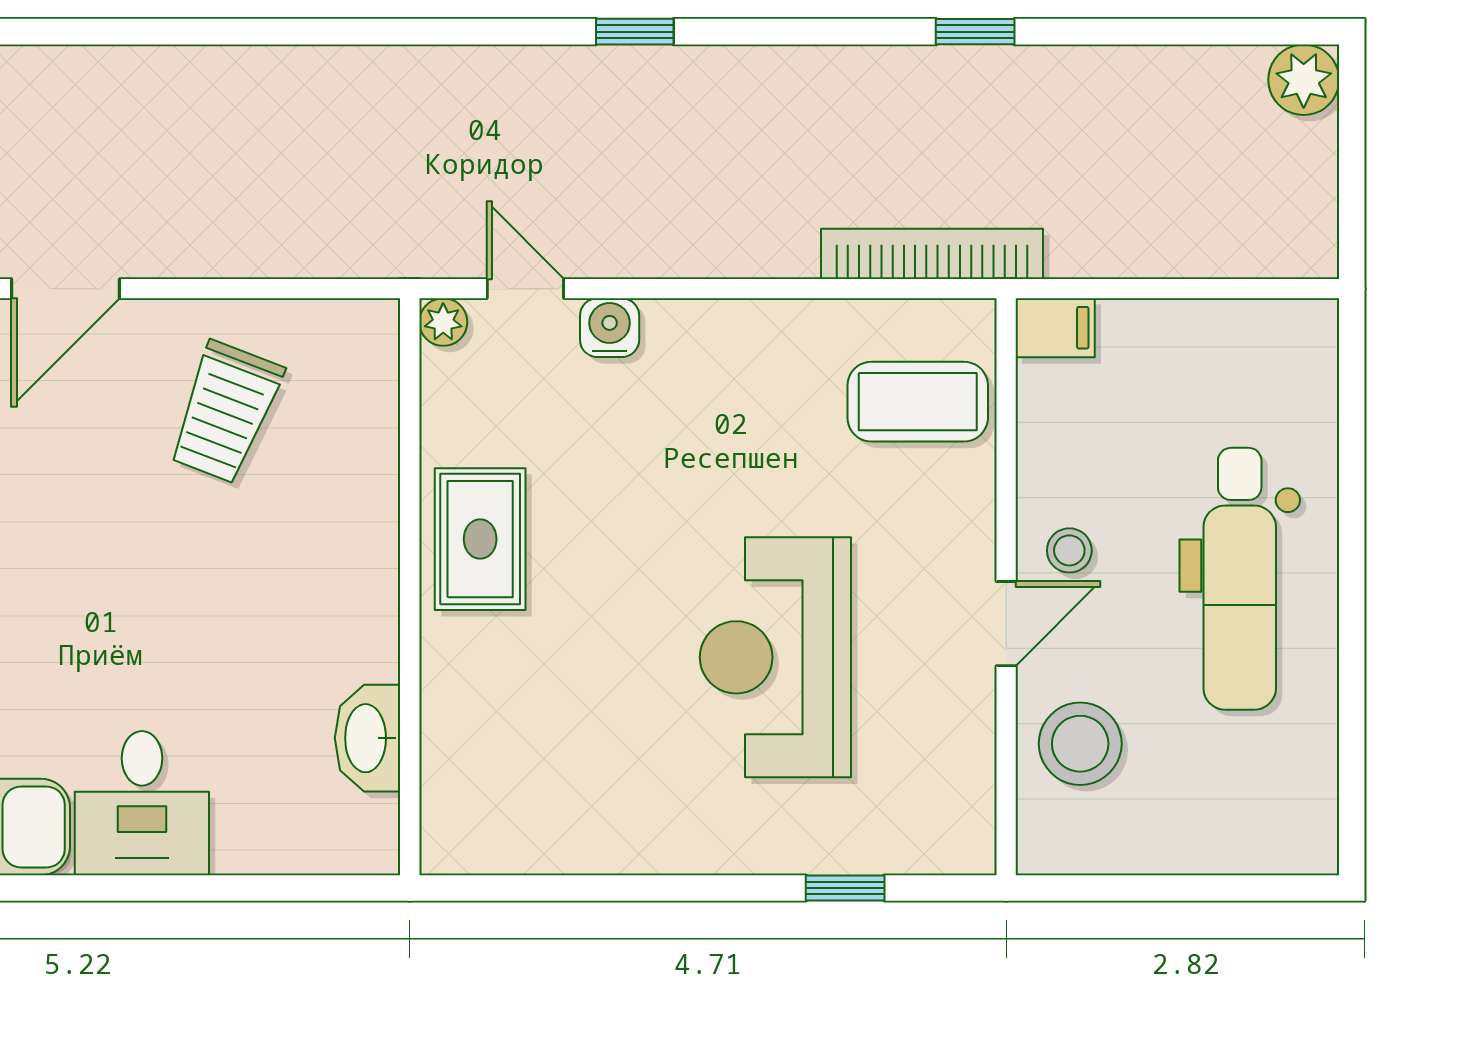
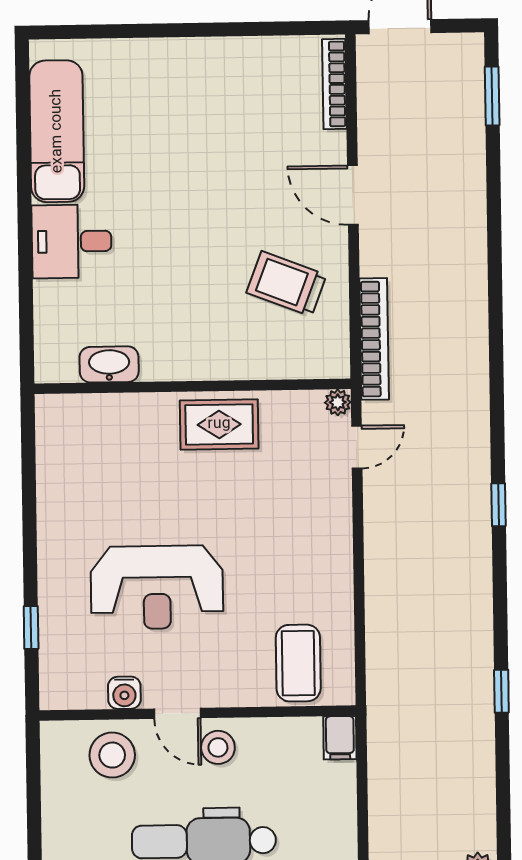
bookcase: (932, 254) -> (374, 339), moved
water cooler: (610, 328) -> (124, 693), moved, turned 90
stool: (1069, 550) -> (218, 747), width x1.37, depth x1.37
reception desk: (775, 657) -> (157, 587), turned 180

